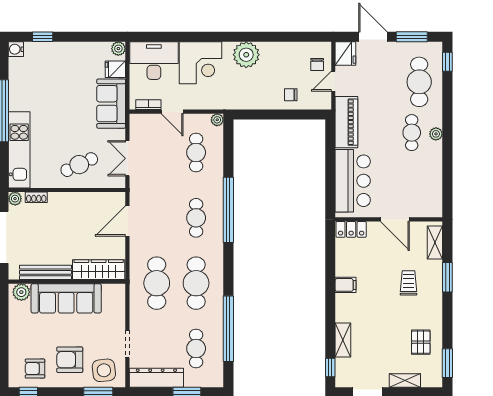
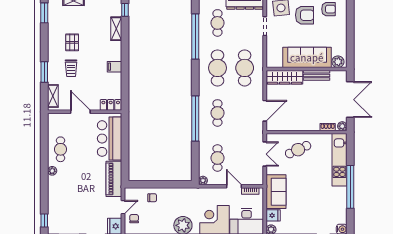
cafe table: (419, 82) -> (64, 207), removed
cafe table: (412, 133) -> (61, 149), moved
bench: (45, 272) -> (317, 75), width x0.73
pallet: (421, 342) -> (72, 42), moved

